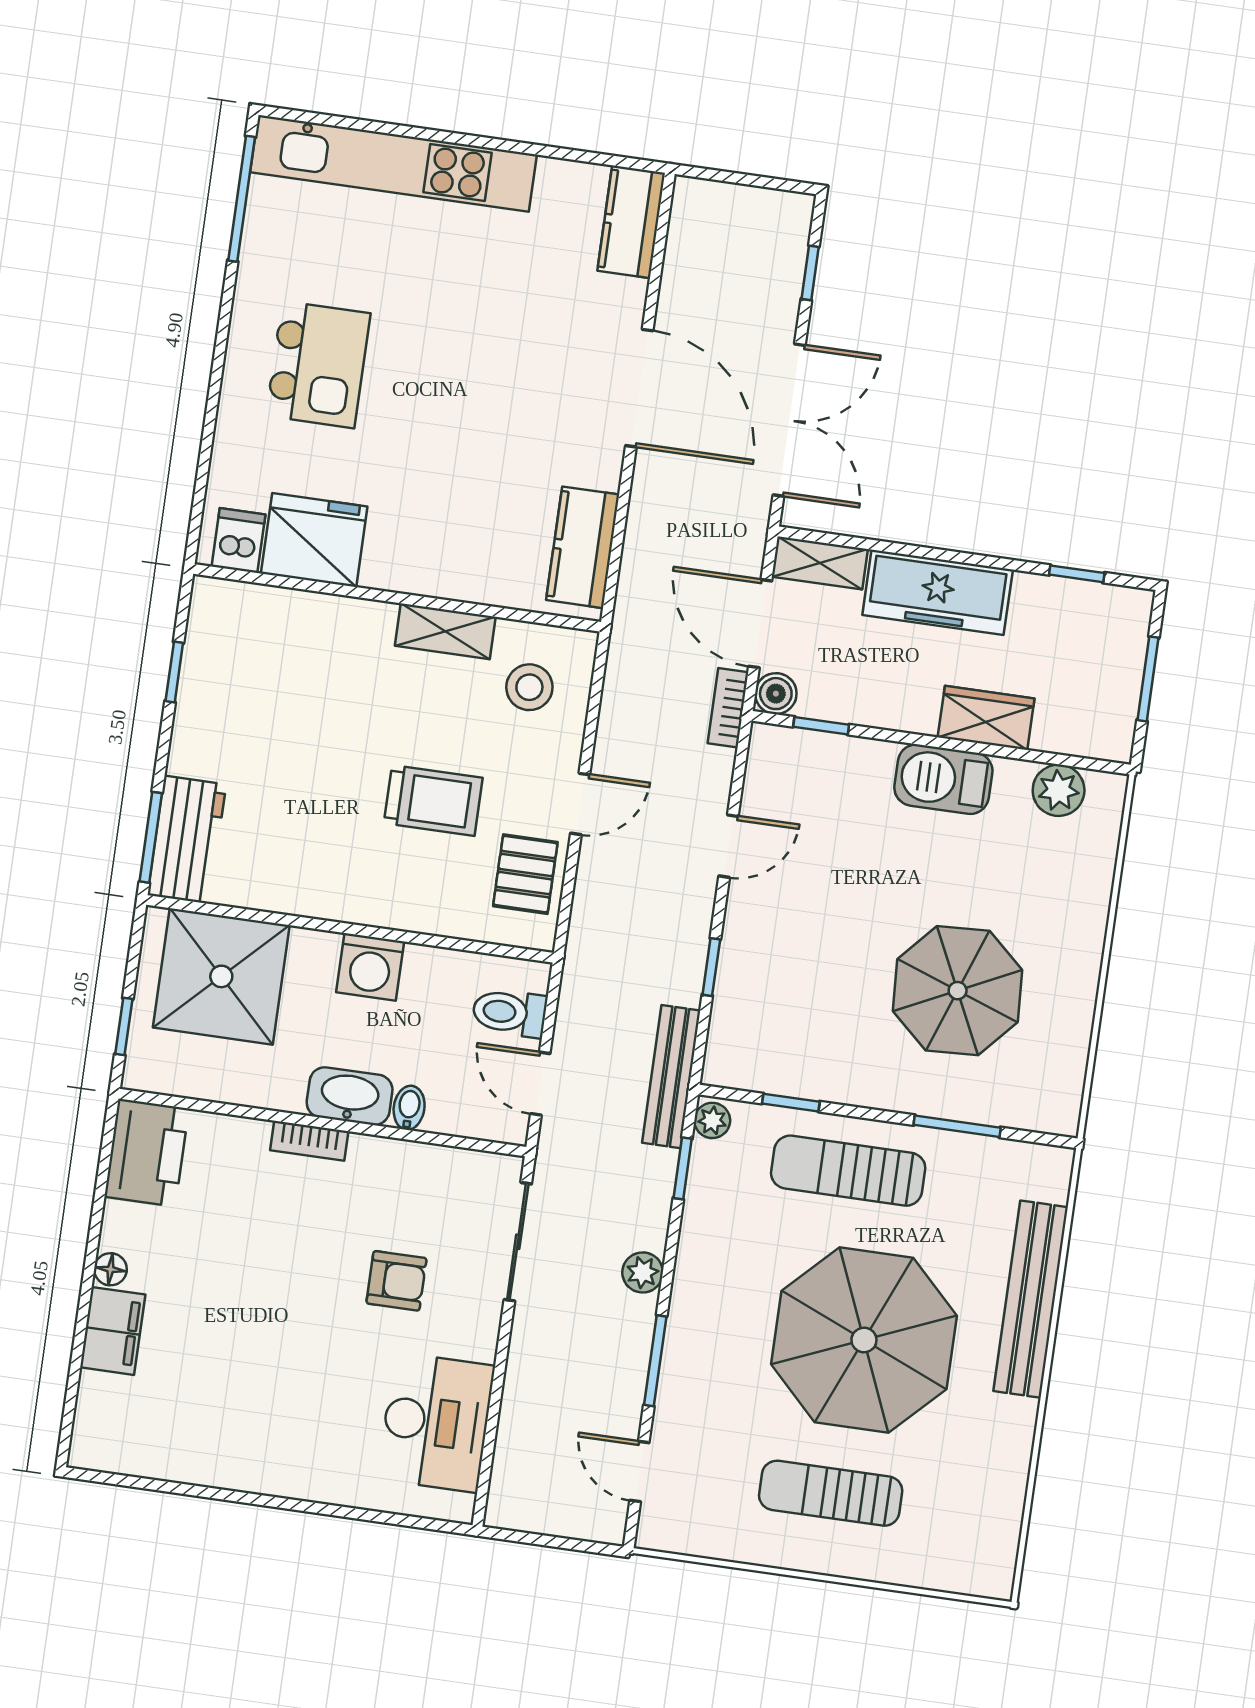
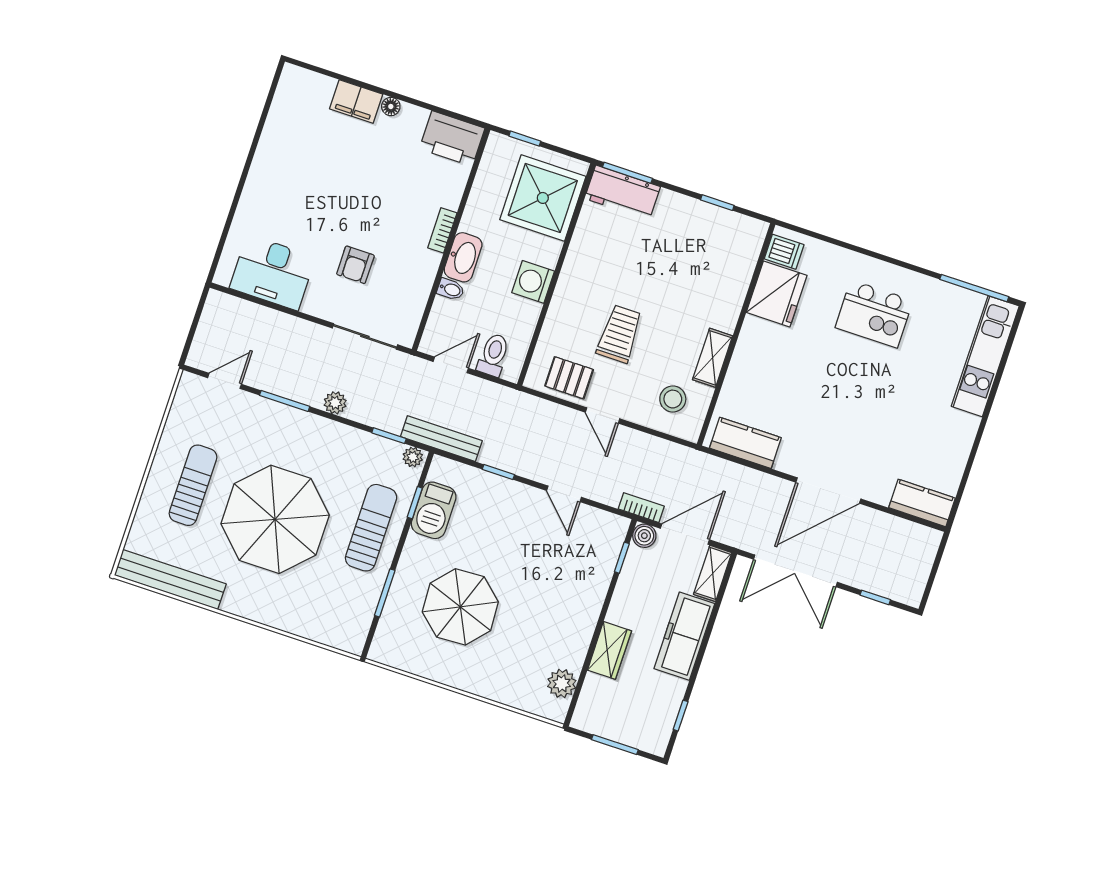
kitchen unit: (393, 163) -> (985, 356), width x0.73
barbecue: (943, 779) -> (434, 510), moved, turned 180
trolley: (433, 800) -> (619, 334), turned 180
bench: (1031, 1299) -> (170, 580), moved

